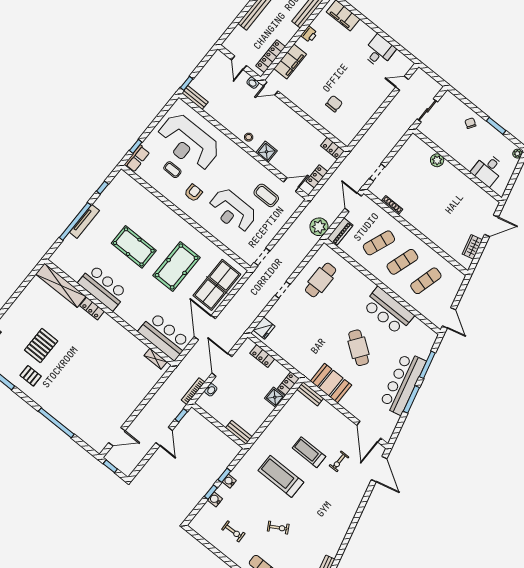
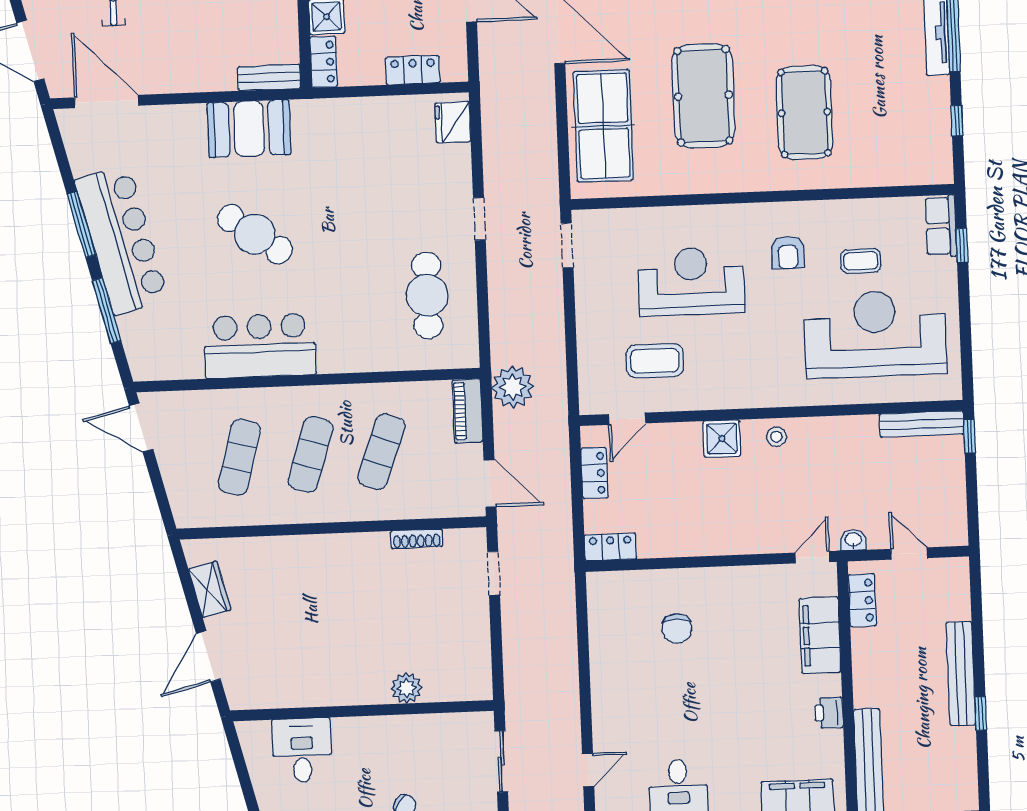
locker: (271, 56) -> (862, 600), width x0.66
bench: (195, 98) -> (922, 424), width x1.36
pool table: (134, 247) -> (804, 113), moved, turned 90

